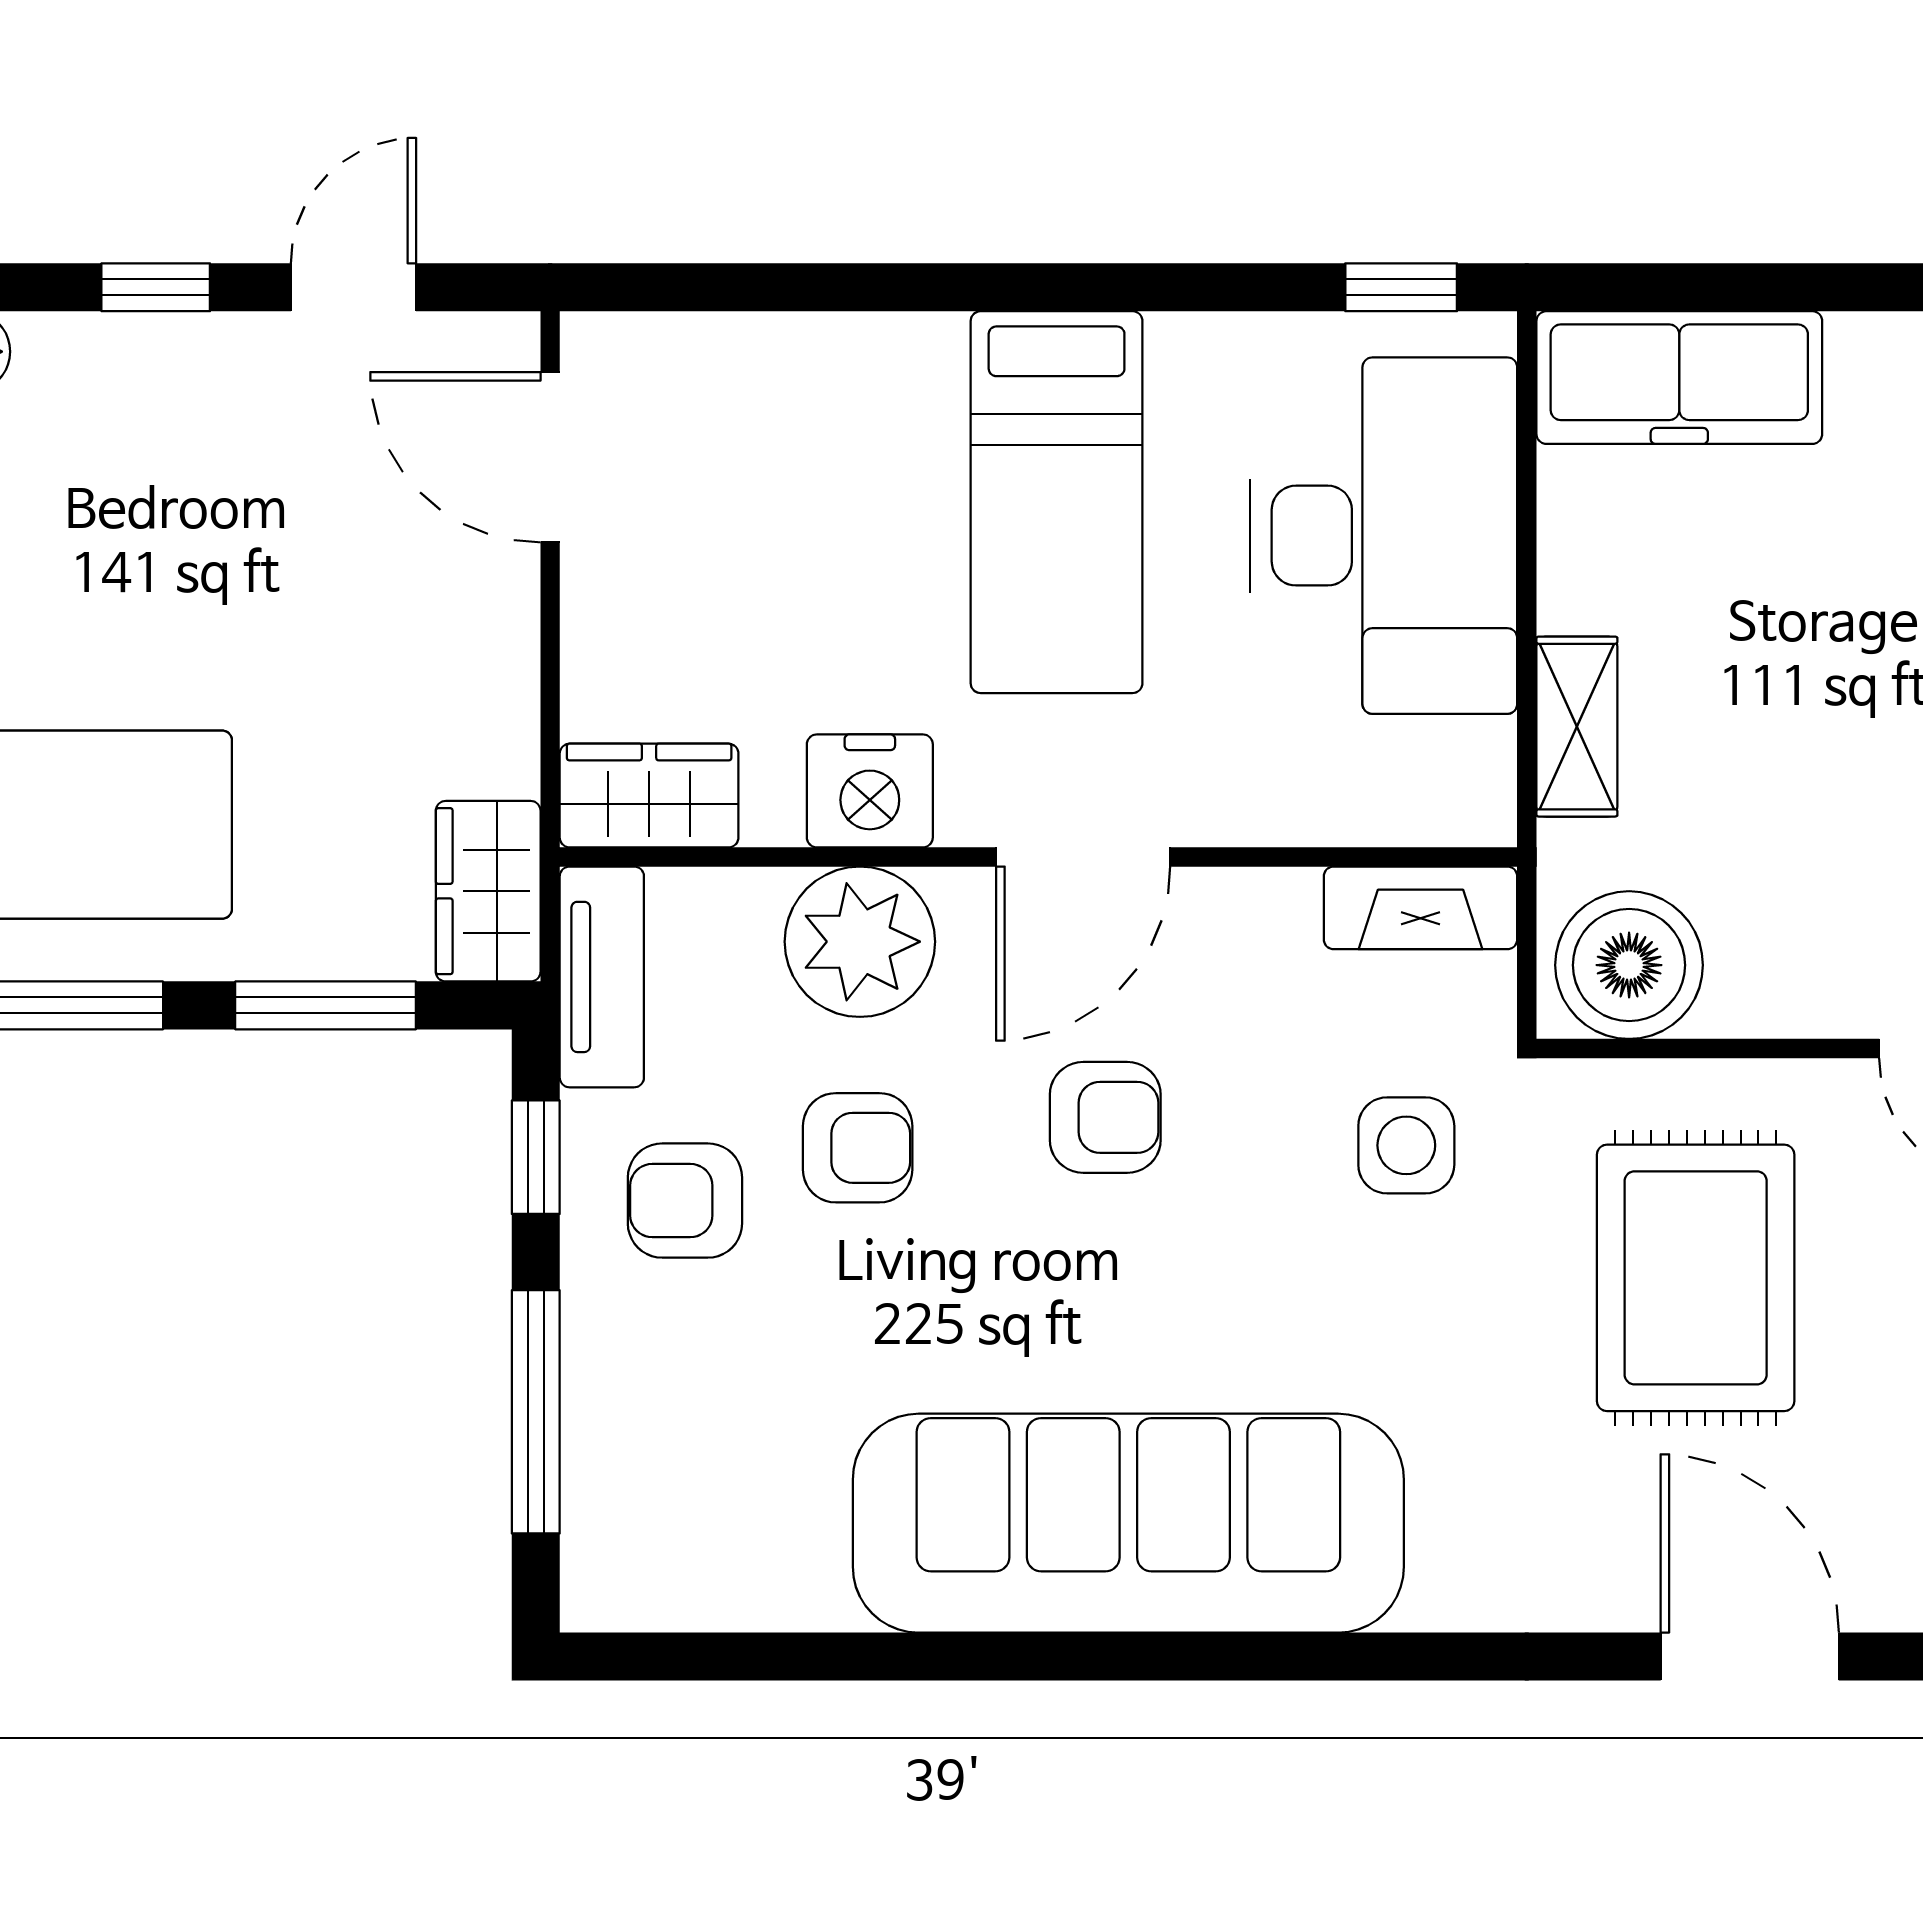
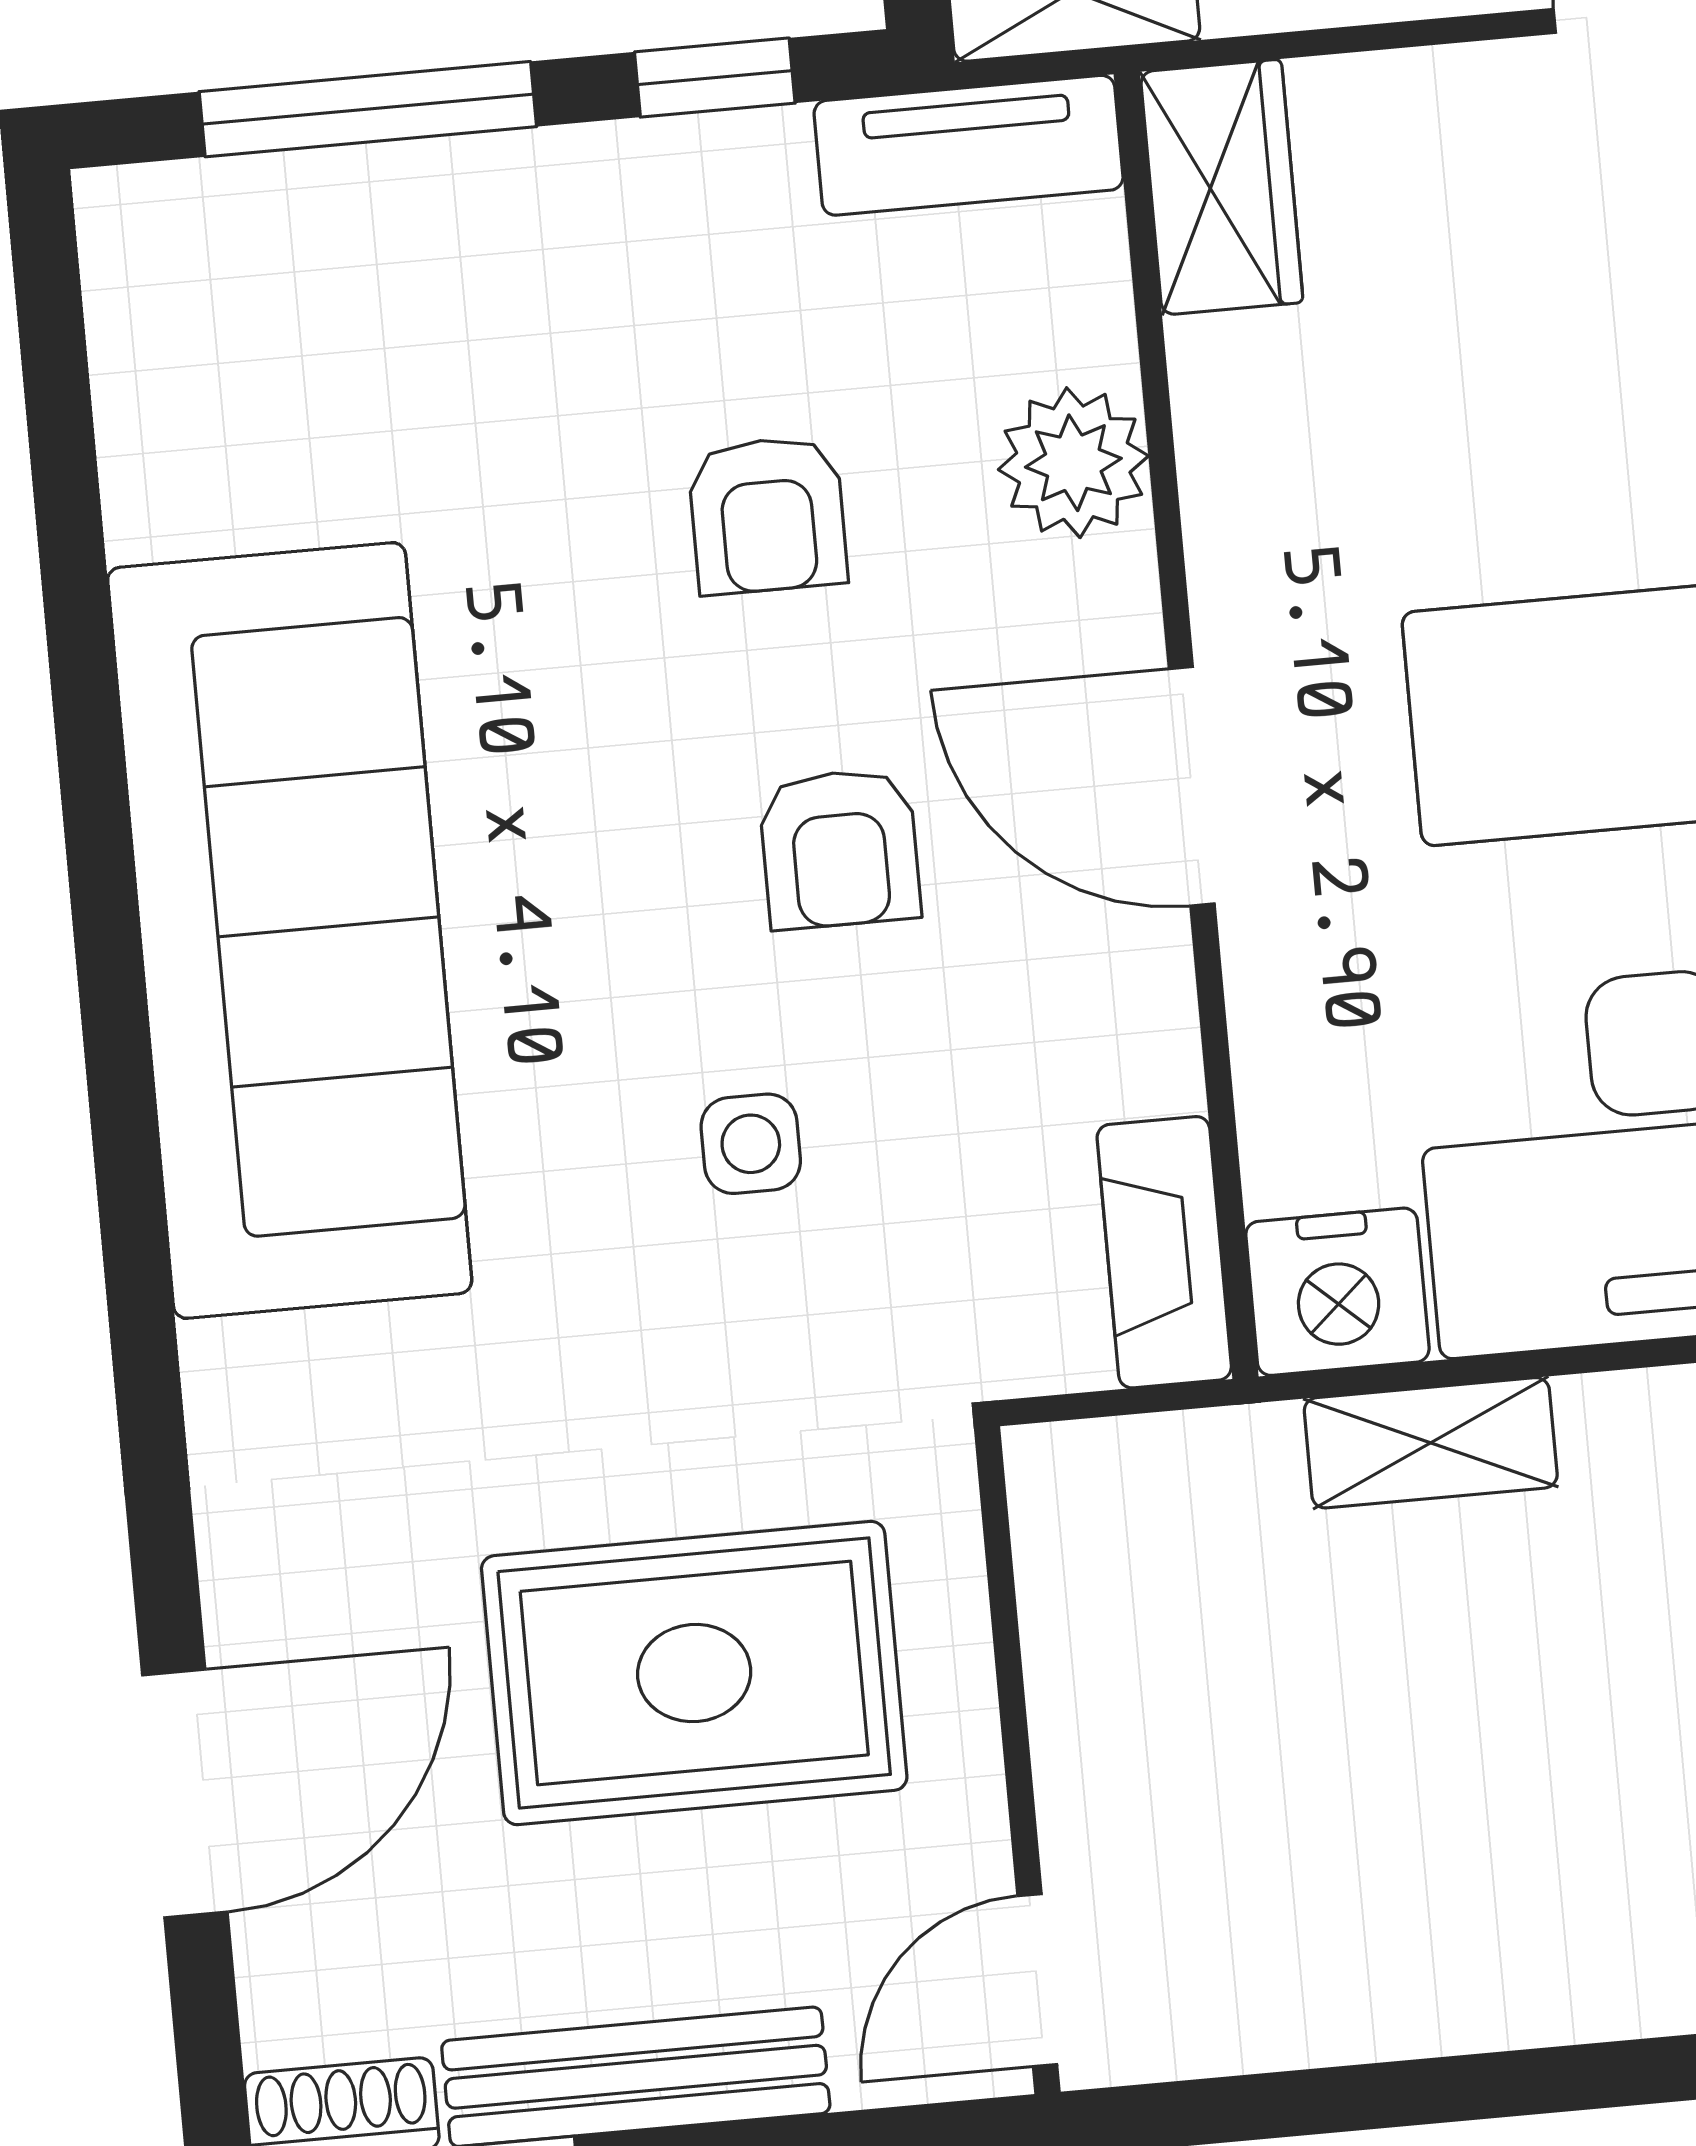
nightstand: (870, 791) -> (1337, 1292), moved, turned -90
plant: (860, 942) -> (1073, 463), width x0.73, depth x0.73
boiler: (1629, 965) -> (1112, 1543), removed
side table: (1406, 1145) -> (751, 1144), moved, width x0.73, depth x0.73
armchair: (685, 1201) -> (674, 286), removed

